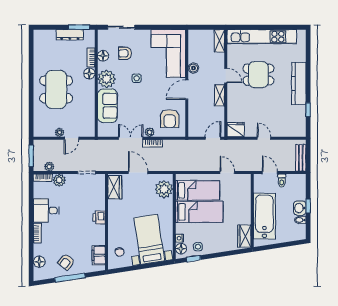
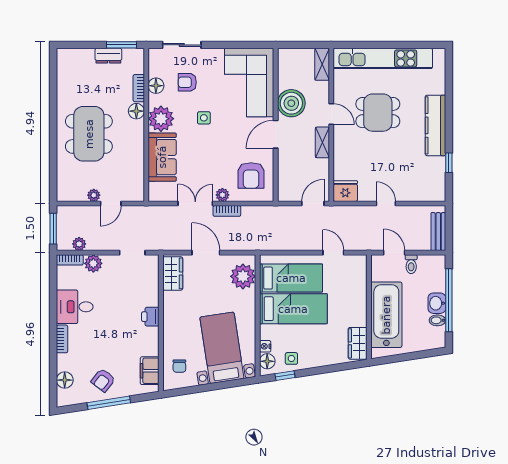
dresser: (70, 35) -> (108, 56), width x0.70
boiler: (193, 68) -> (291, 103), width x1.86, depth x1.86
window: (308, 206) -> (449, 300), width x3.17

